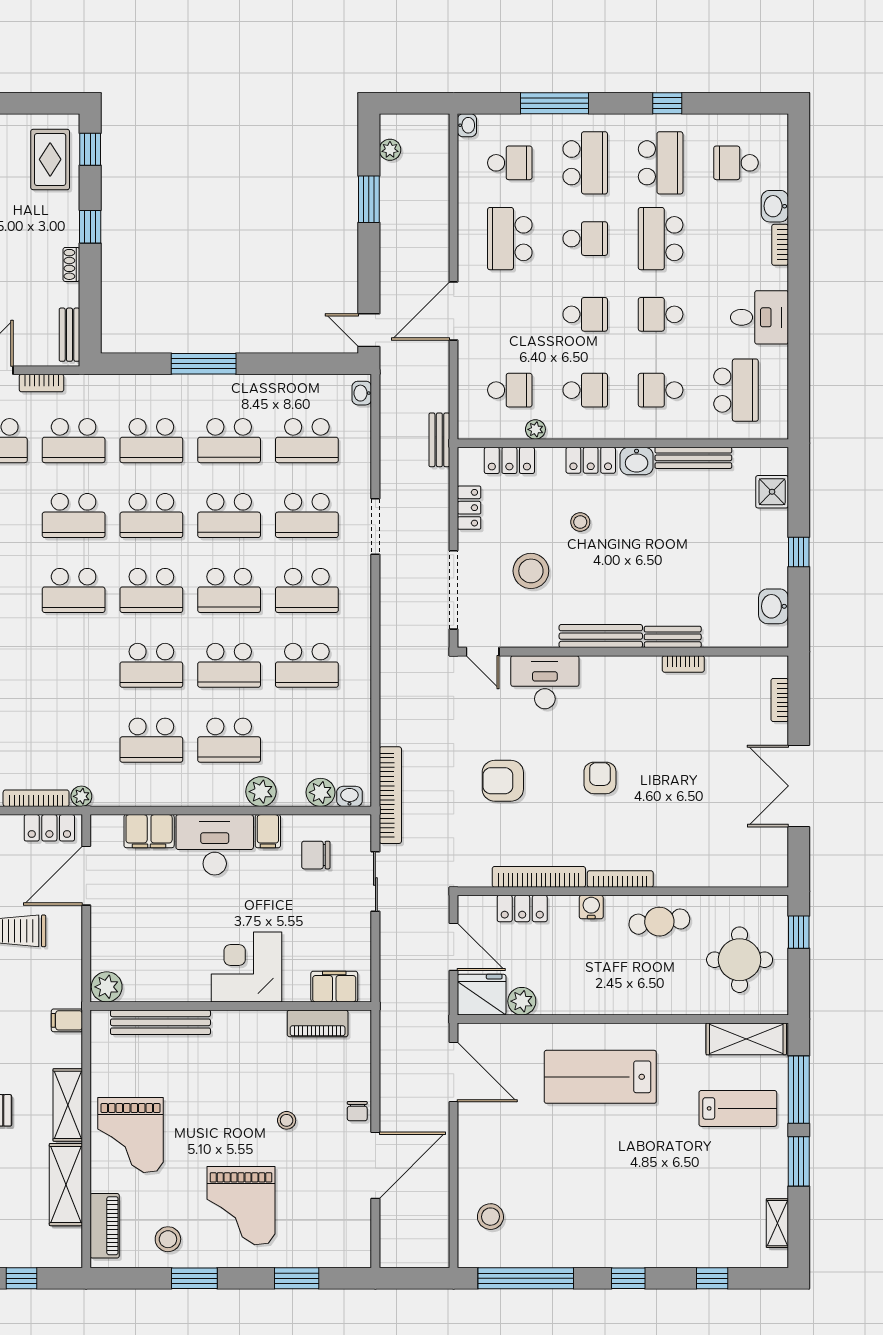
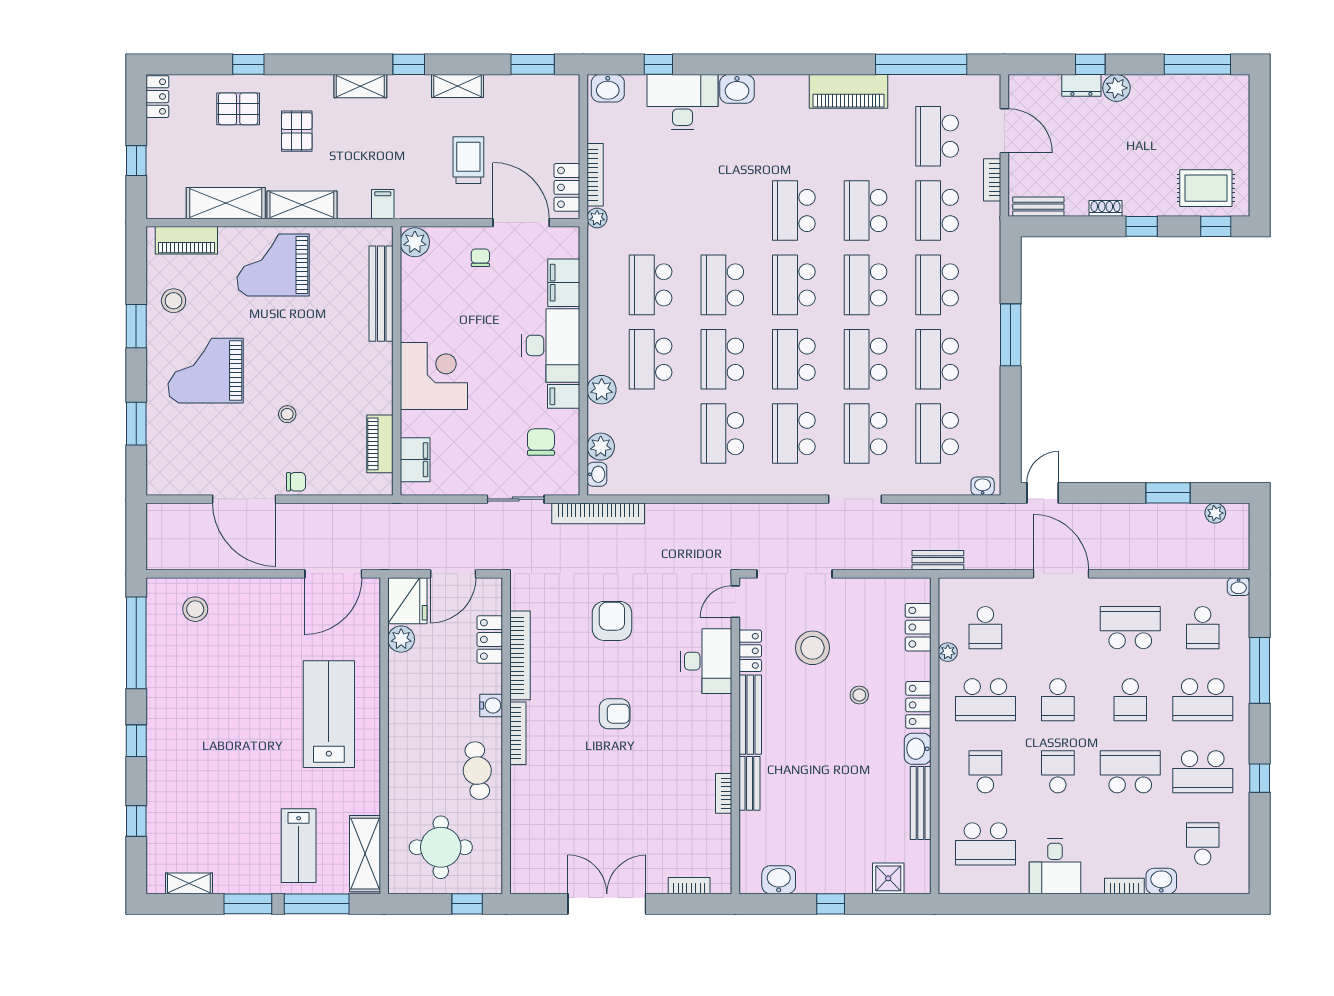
school desk: (585, 390) -> (985, 700), width x1.85
locker: (469, 508) -> (750, 651), moved, turned -90
chair: (123, 918) -> (480, 258), added
chair: (357, 1111) -> (296, 482), turned 180

